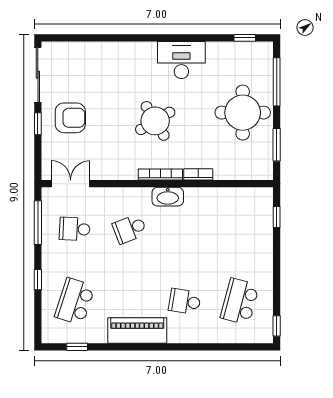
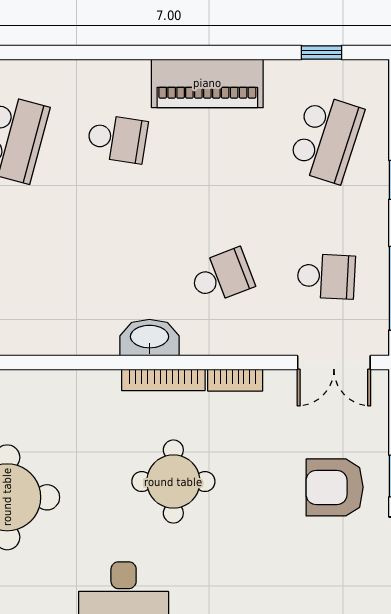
round table: (155, 121) -> (173, 482), turned 31
bookcase: (198, 174) -> (235, 380), moved

